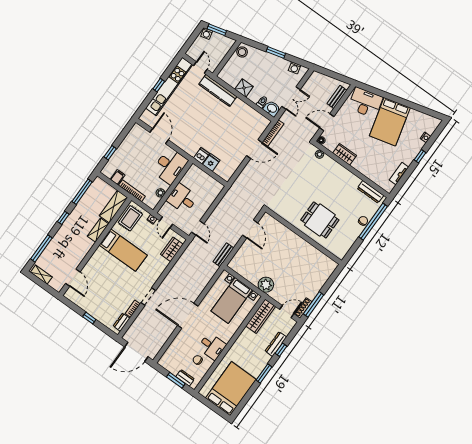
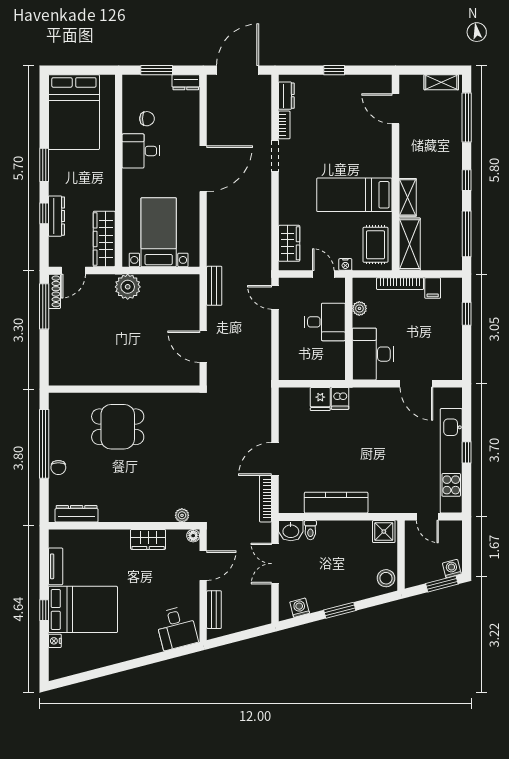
shower: (244, 88) -> (384, 532), moved
kitchen counter: (218, 90) -> (336, 503), moved
desk: (365, 103) -> (176, 628), width x0.73
bed: (390, 122) -> (83, 609), moved, turned 105
window: (373, 222) -> (44, 444), moved
dresser: (185, 378) -> (186, 82), moved

